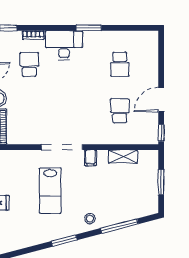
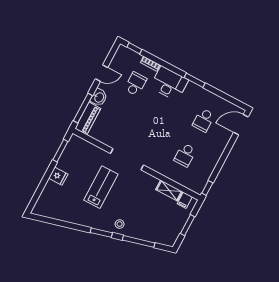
door: (161, 100) -> (241, 125), moved
school desk: (120, 111) -> (185, 155), turned 180
filing cabinet: (90, 158) -> (185, 200), moved
lab bench: (50, 191) -> (101, 187), turned 180
window: (64, 241) -> (101, 233), moved

